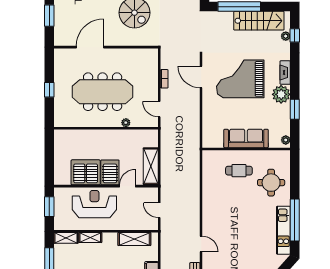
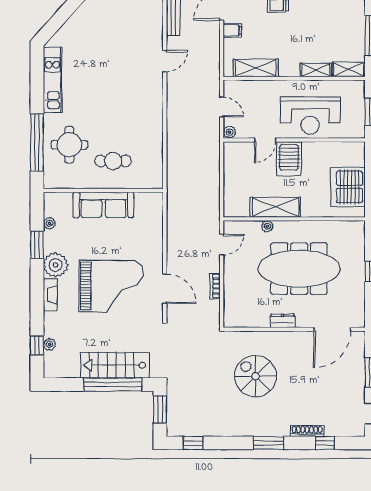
stairs: (259, 21) -> (115, 365), moved
door: (90, 47) -> (332, 329), moved
dresser: (115, 53) -> (283, 321), added
door: (159, 109) -> (222, 245), hinge flipped
plant: (286, 140) -> (49, 223), moved
shelving: (151, 166) -> (275, 207), moved, turned 90
server rack: (86, 172) -> (348, 187), moved, turned 90
plant: (154, 192) -> (229, 132), added
window: (295, 220) -> (37, 143), moved
door: (201, 244) -> (165, 61), swing flipped

